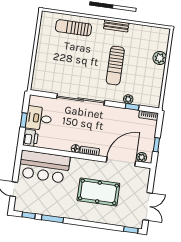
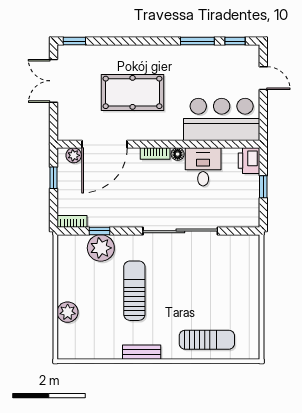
plant: (128, 99) -> (101, 248), width x1.87, depth x1.87
desk: (39, 118) -> (203, 167), moved, turned -90

